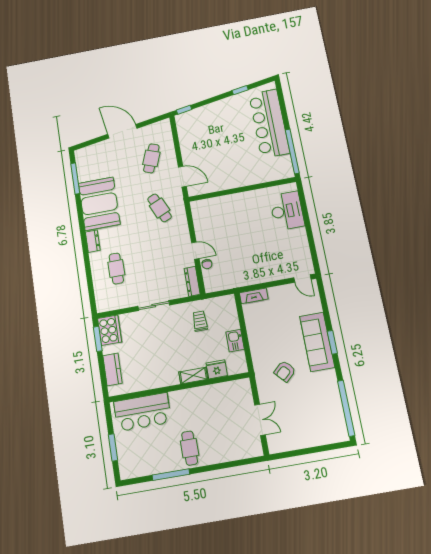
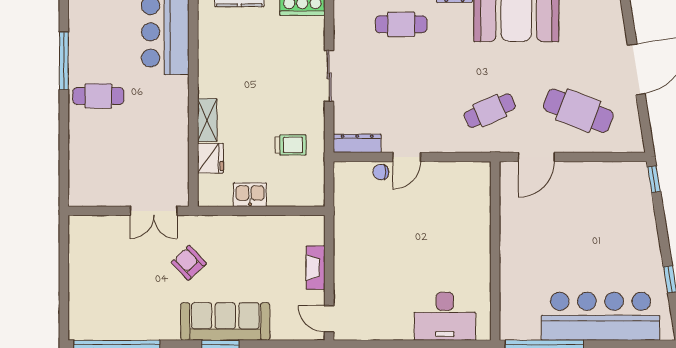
cafe table: (151, 158) -> (578, 111), width x1.37, depth x1.35
door: (302, 279) -> (329, 319), hinge flipped
fireplace: (254, 296) -> (315, 268), moved
double door: (260, 420) -> (154, 211), moved

